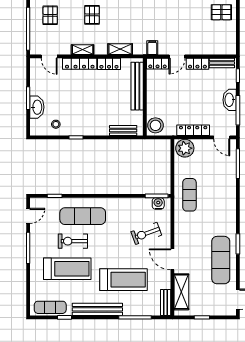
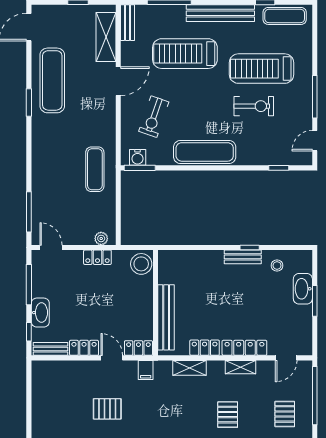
pallet: (221, 12) -> (107, 409), moved
door: (49, 56) -> (286, 358), swing flipped
door: (177, 56) -> (112, 358), hinge flipped
washbasin: (230, 100) -> (40, 313), moved
locker: (193, 130) -> (97, 257), width x0.66
bench: (123, 131) -> (243, 257), moved
plant: (185, 148) -> (101, 238), width x0.53, depth x0.53
exercise mat: (83, 216) -> (205, 152), moved
exercise bike: (146, 233) -> (154, 117), turned 129
door: (172, 259) -> (118, 81), hinge flipped

